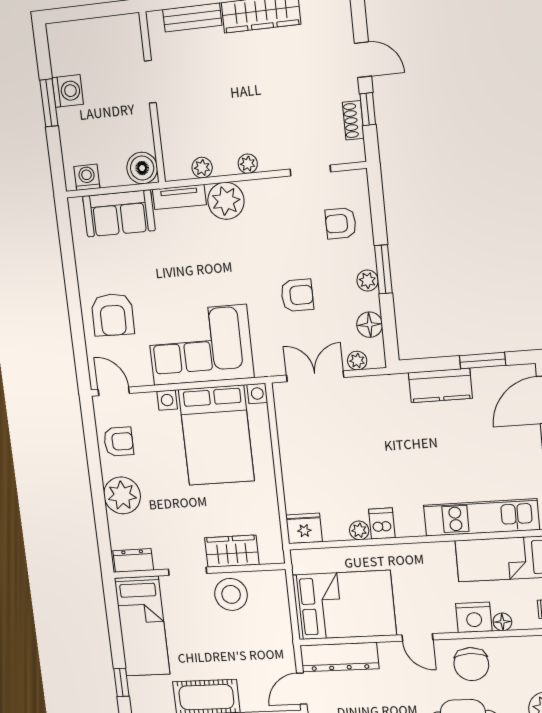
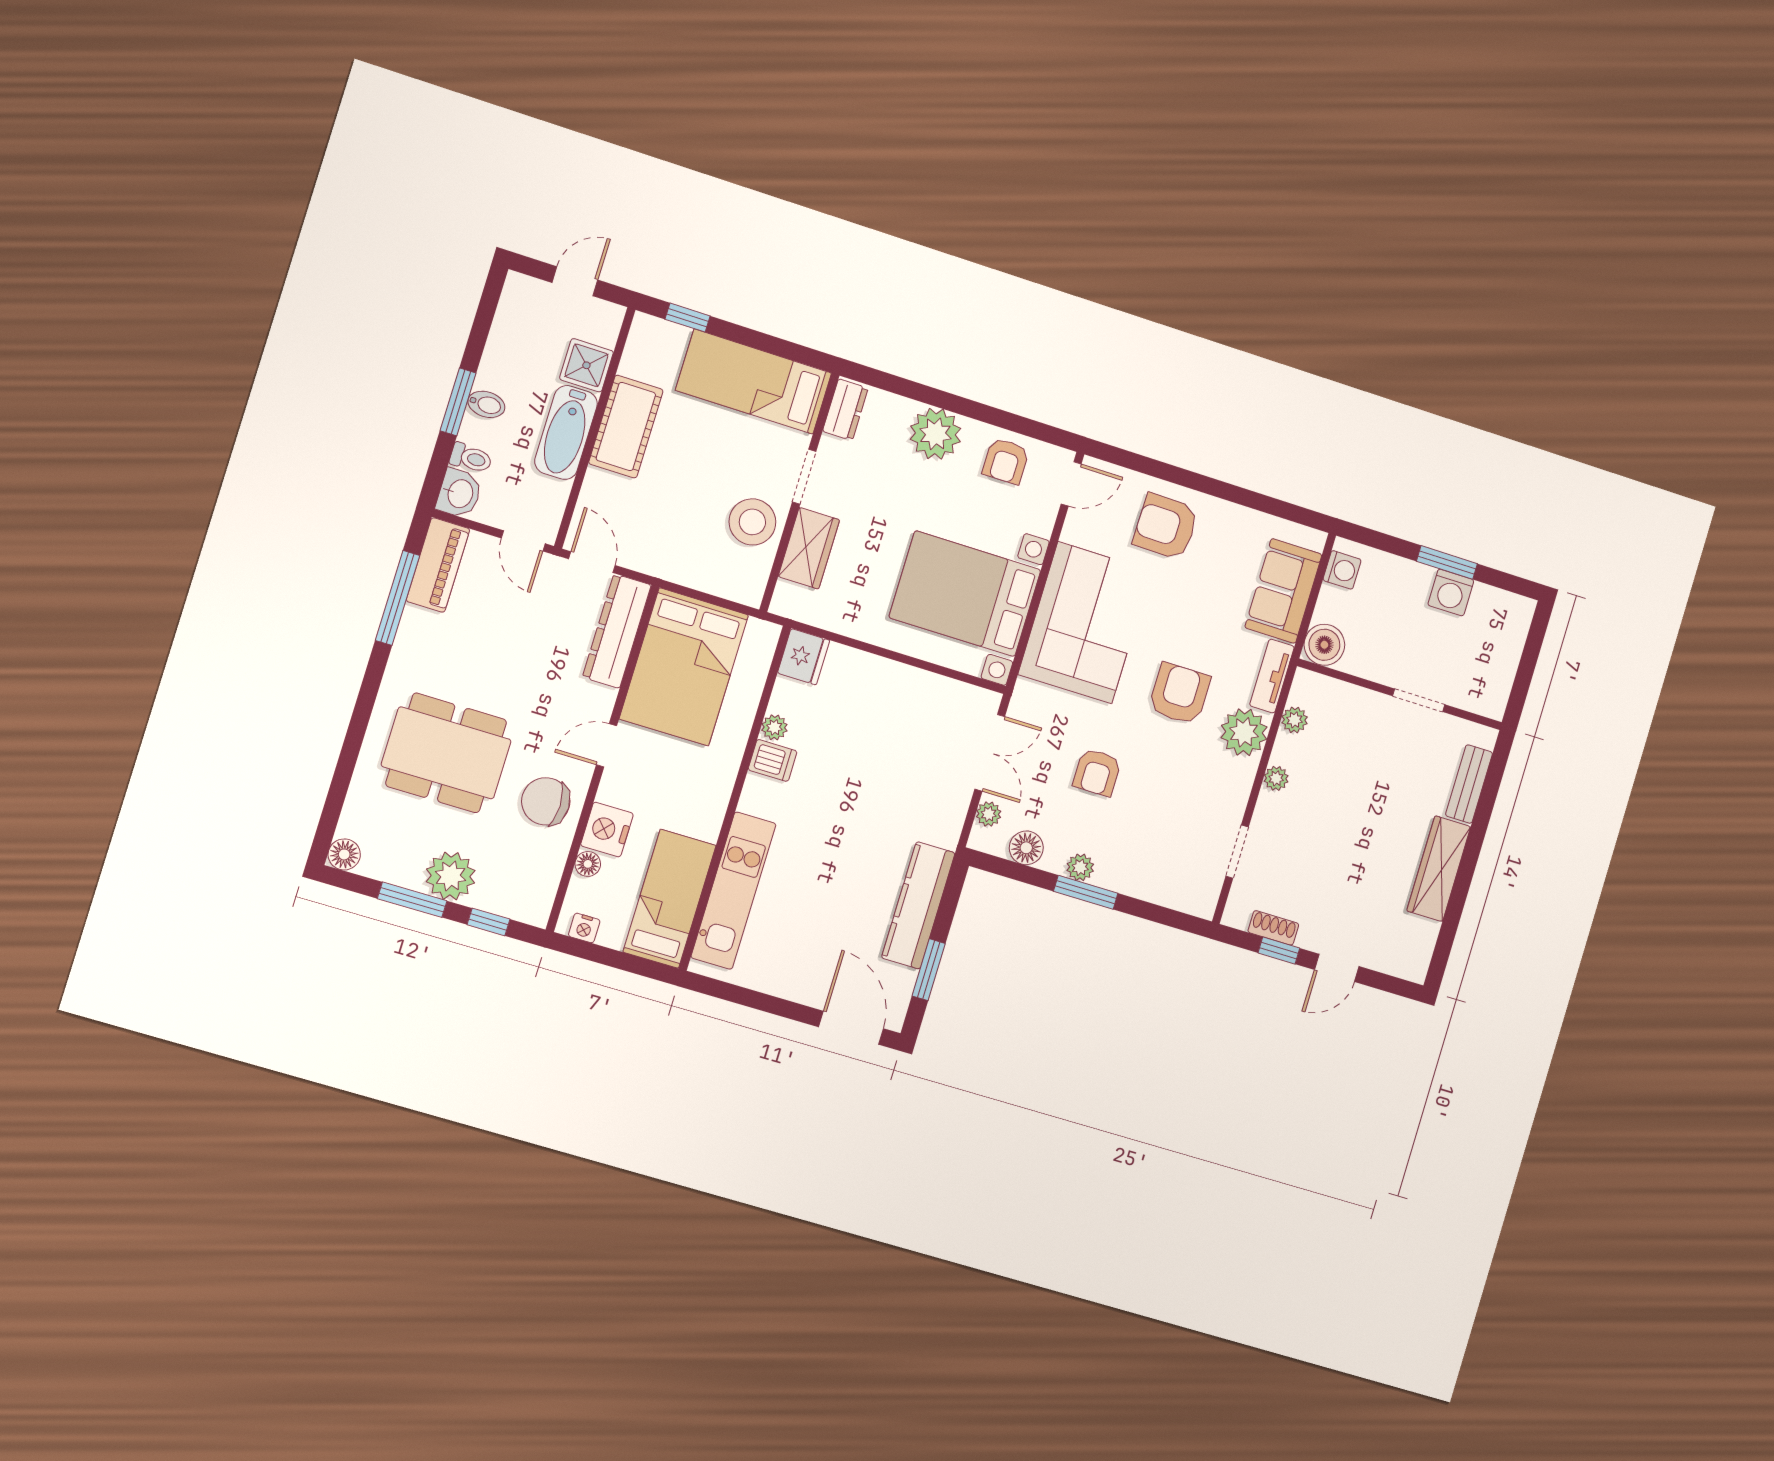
armchair: (341, 223) -> (1179, 694), moved, width x1.38, depth x1.38
kitchen counter: (440, 385) -> (918, 905), width x1.50

